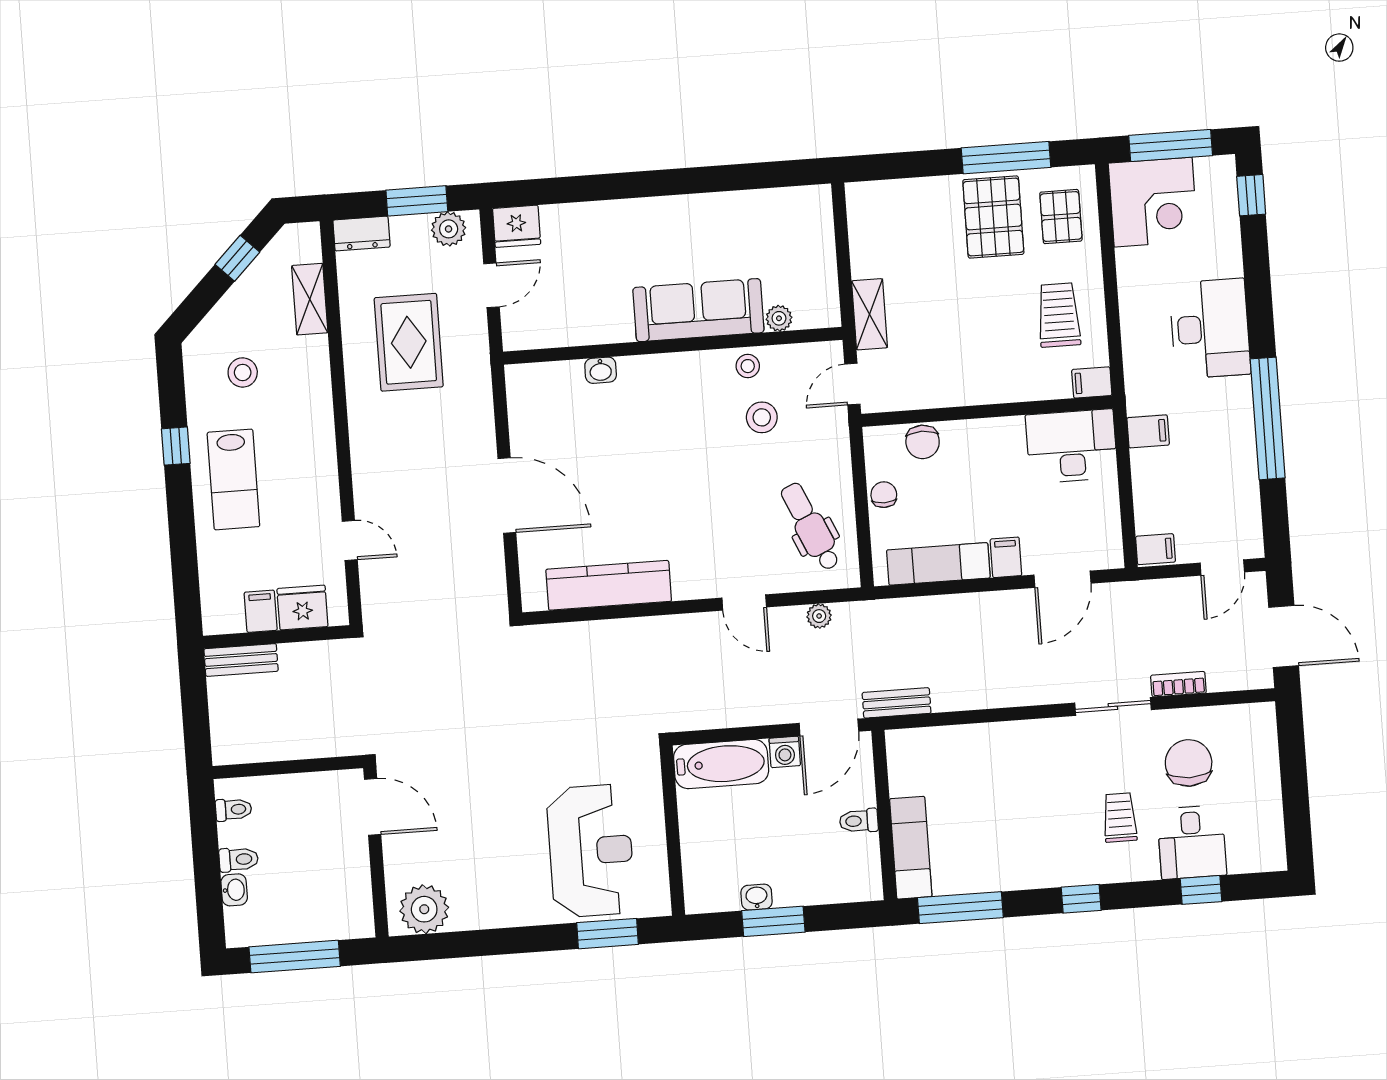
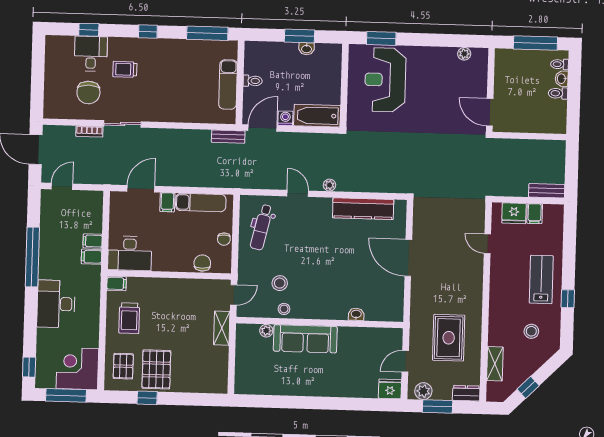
window: (1006, 158) -> (147, 398), width x0.46
dental chair: (810, 527) -> (261, 227), turned 37
filing cabinet: (1155, 549) -> (93, 241), moved
plant: (819, 616) -> (329, 185), moved
toilet: (233, 810) -> (560, 64), moved
trolley: (1120, 817) -> (125, 69), turned 90
exam couch: (911, 848) -> (228, 84), moved
plant: (424, 909) -> (464, 54), width x0.53, depth x0.53

